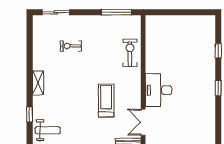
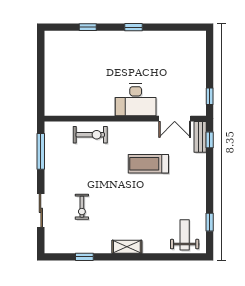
sliding door: (56, 12) -> (41, 210), moved
exercise bike: (130, 53) -> (90, 135), turned 180
window: (30, 114) -> (84, 257), moved

